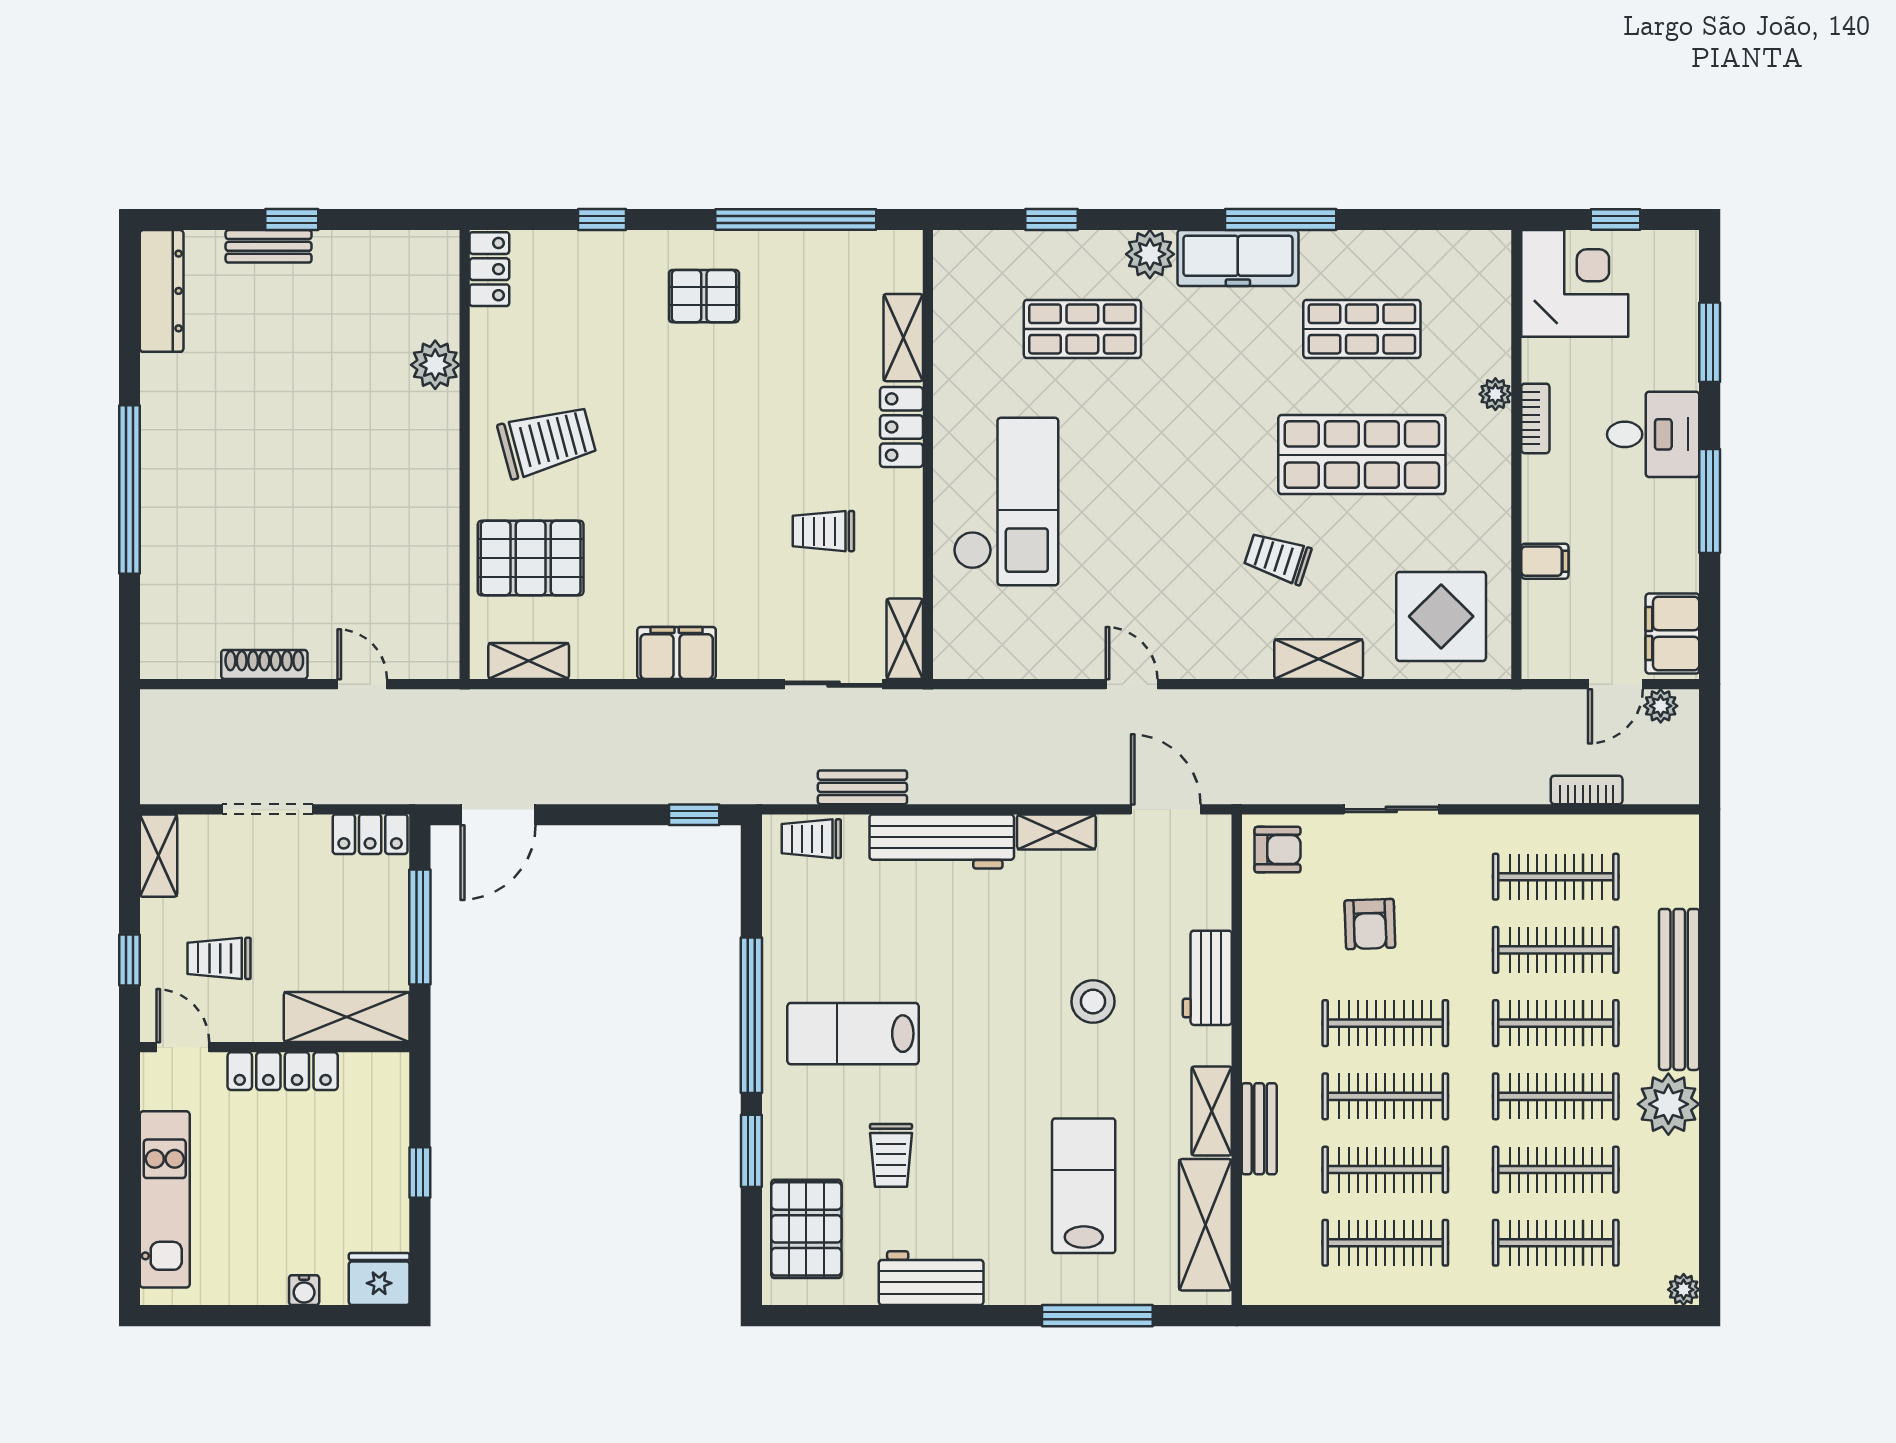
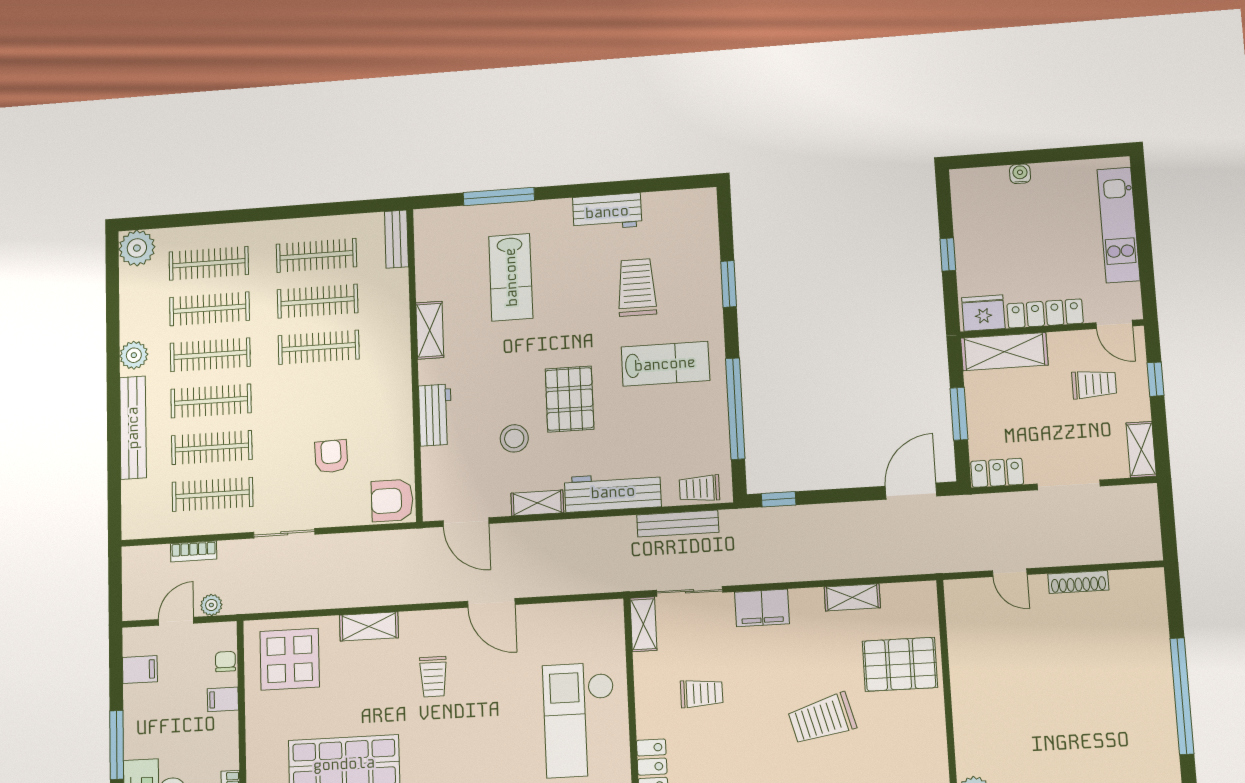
trolley: (547, 441) -> (822, 719), moved
trolley: (1278, 558) -> (433, 677), moved, turned 72
chair: (1540, 618) -> (225, 662), added
filing cabinet: (1672, 634) -> (140, 670), width x0.50
filing cabinet: (677, 653) -> (762, 608), moved
shelving: (529, 661) -> (852, 597), moved
door: (1132, 684) -> (491, 603), width x1.38
plant: (1661, 706) -> (211, 605), moved
bench: (862, 787) -> (678, 524), width x1.36
sliding door: (1391, 809) -> (284, 533), moved
trolley: (811, 839) -> (699, 488), turned 180
armchair: (1278, 850) -> (392, 501), width x1.38, depth x1.38
window: (420, 927) -> (959, 414), width x0.69
stool: (1093, 1002) -> (514, 438), moved
window: (751, 1015) -> (735, 409), moved
clothes rail: (1385, 1023) -> (320, 394), removed
plant: (1668, 1104) -> (134, 355), width x0.73, depth x0.73
bench: (1259, 1129) -> (396, 239), moved
trolley: (891, 1155) -> (637, 288), width x1.36, depth x1.39
shelving: (1205, 1225) -> (431, 258), removed
pallet: (806, 1229) -> (569, 399), moved
fridge: (379, 1279) -> (983, 313), moved, turned 180
plant: (1684, 1290) -> (137, 248), width x1.88, depth x1.88

